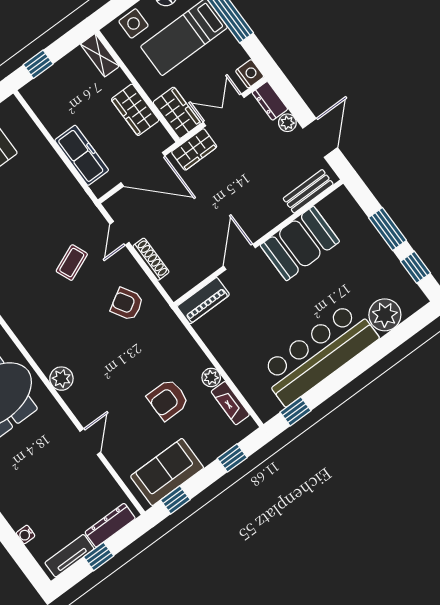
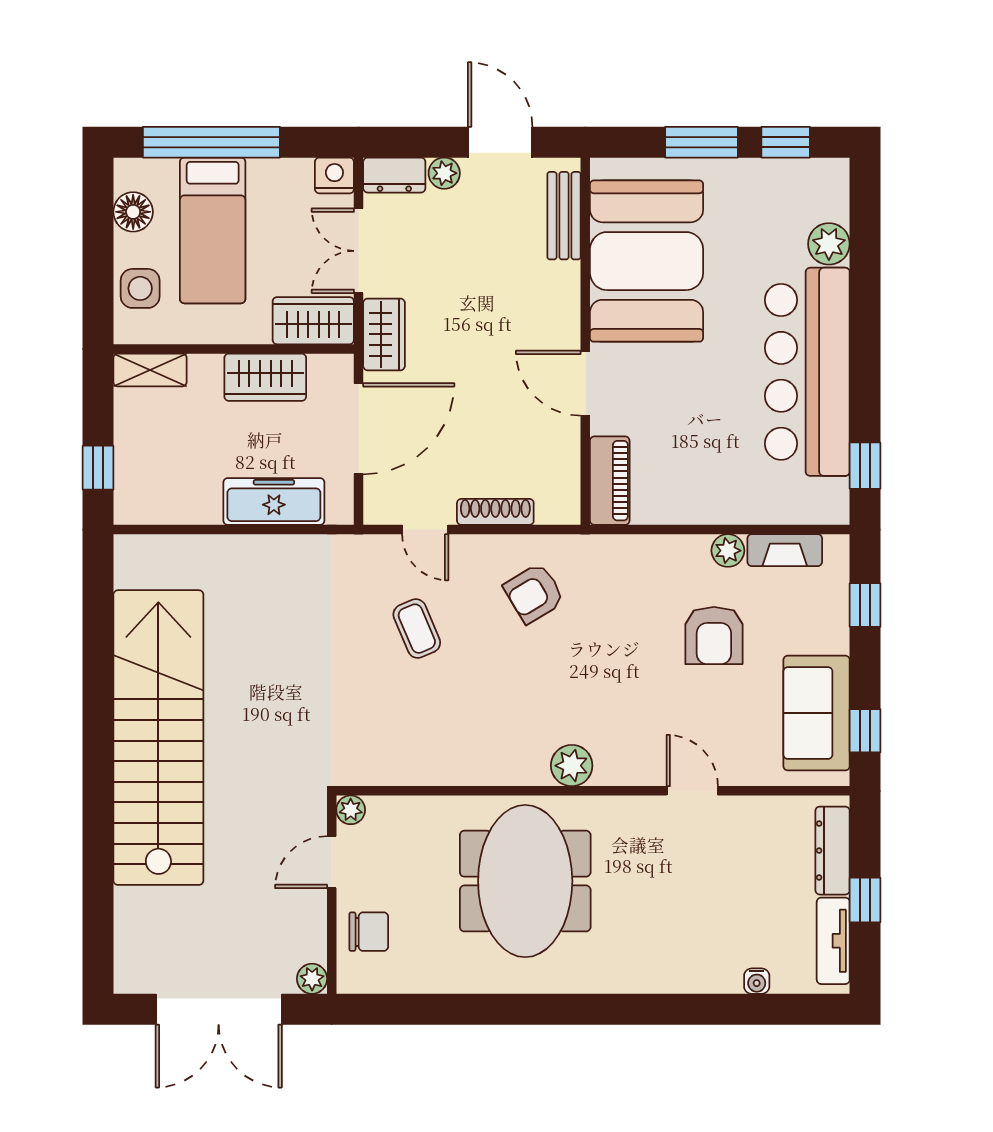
booth: (300, 243) -> (647, 261), width x1.36, depth x1.42
plant: (385, 315) -> (829, 244), width x0.73, depth x0.73

